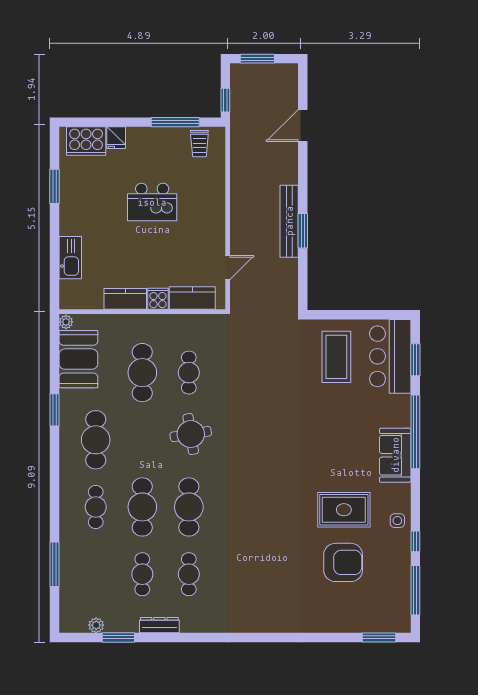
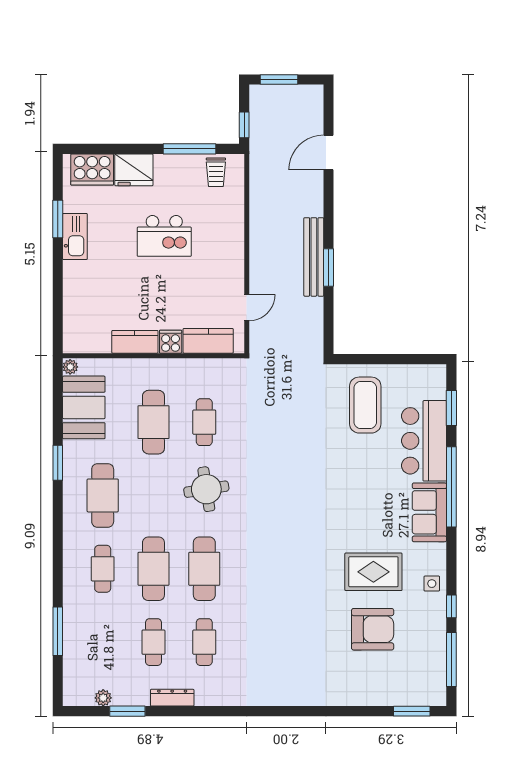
fridge: (116, 138) -> (134, 170), width x1.88, depth x1.34
kitchen sink: (70, 258) -> (75, 236), moved
bar counter: (390, 356) -> (424, 441), moved

